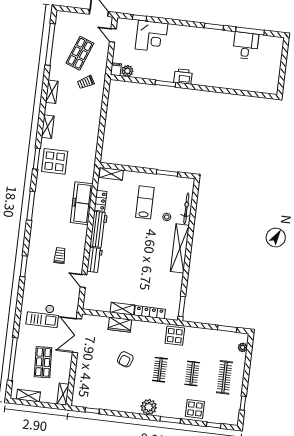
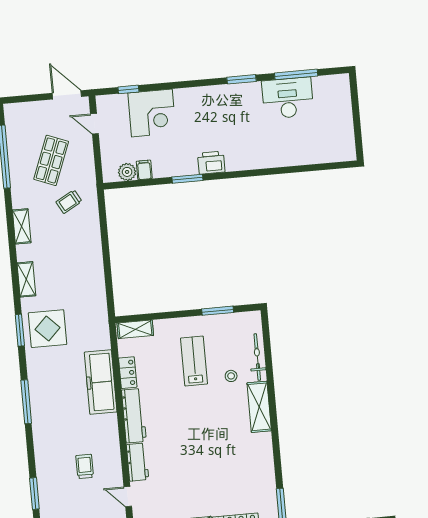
desk: (246, 46) -> (288, 98), width x1.37
filing cabinet: (116, 69) -> (144, 170), moved
shelving: (180, 248) -> (259, 407), width x0.68

